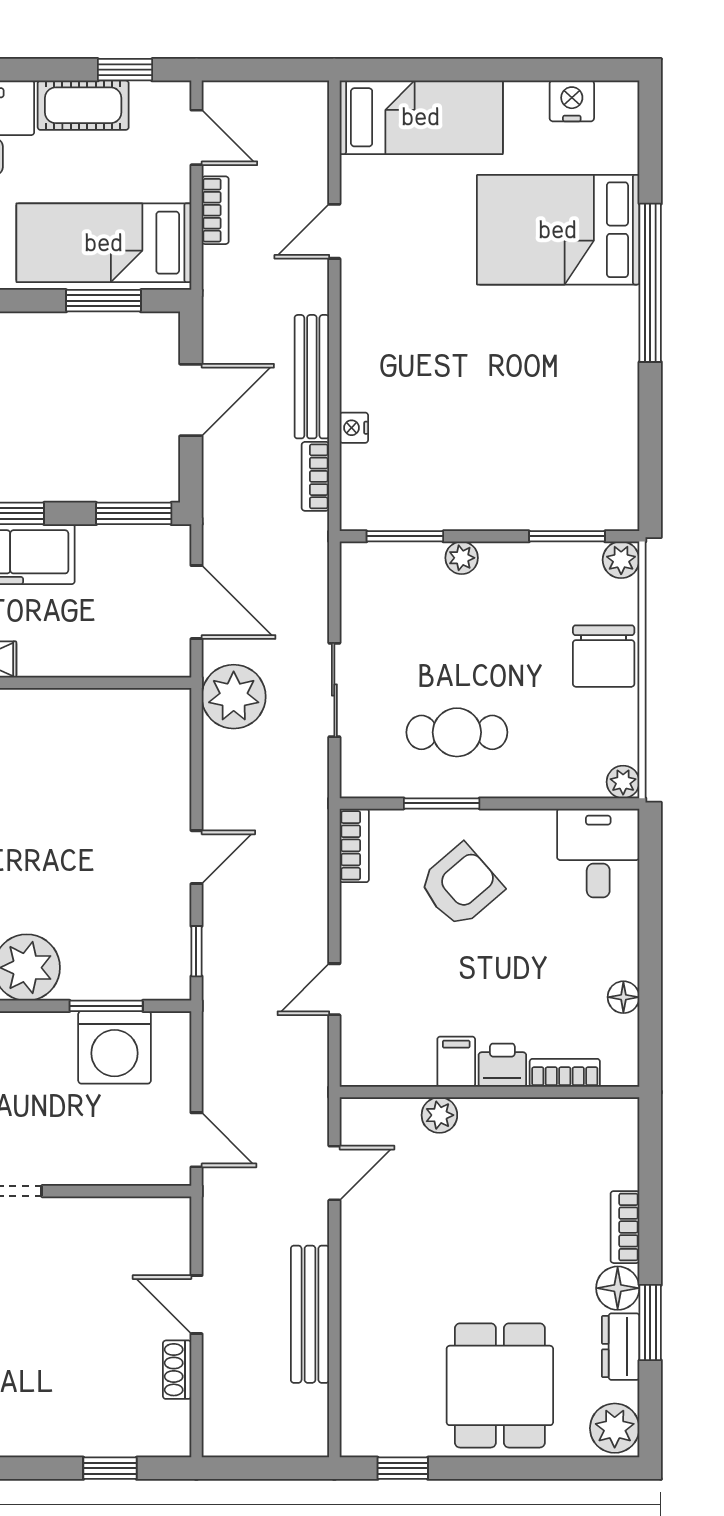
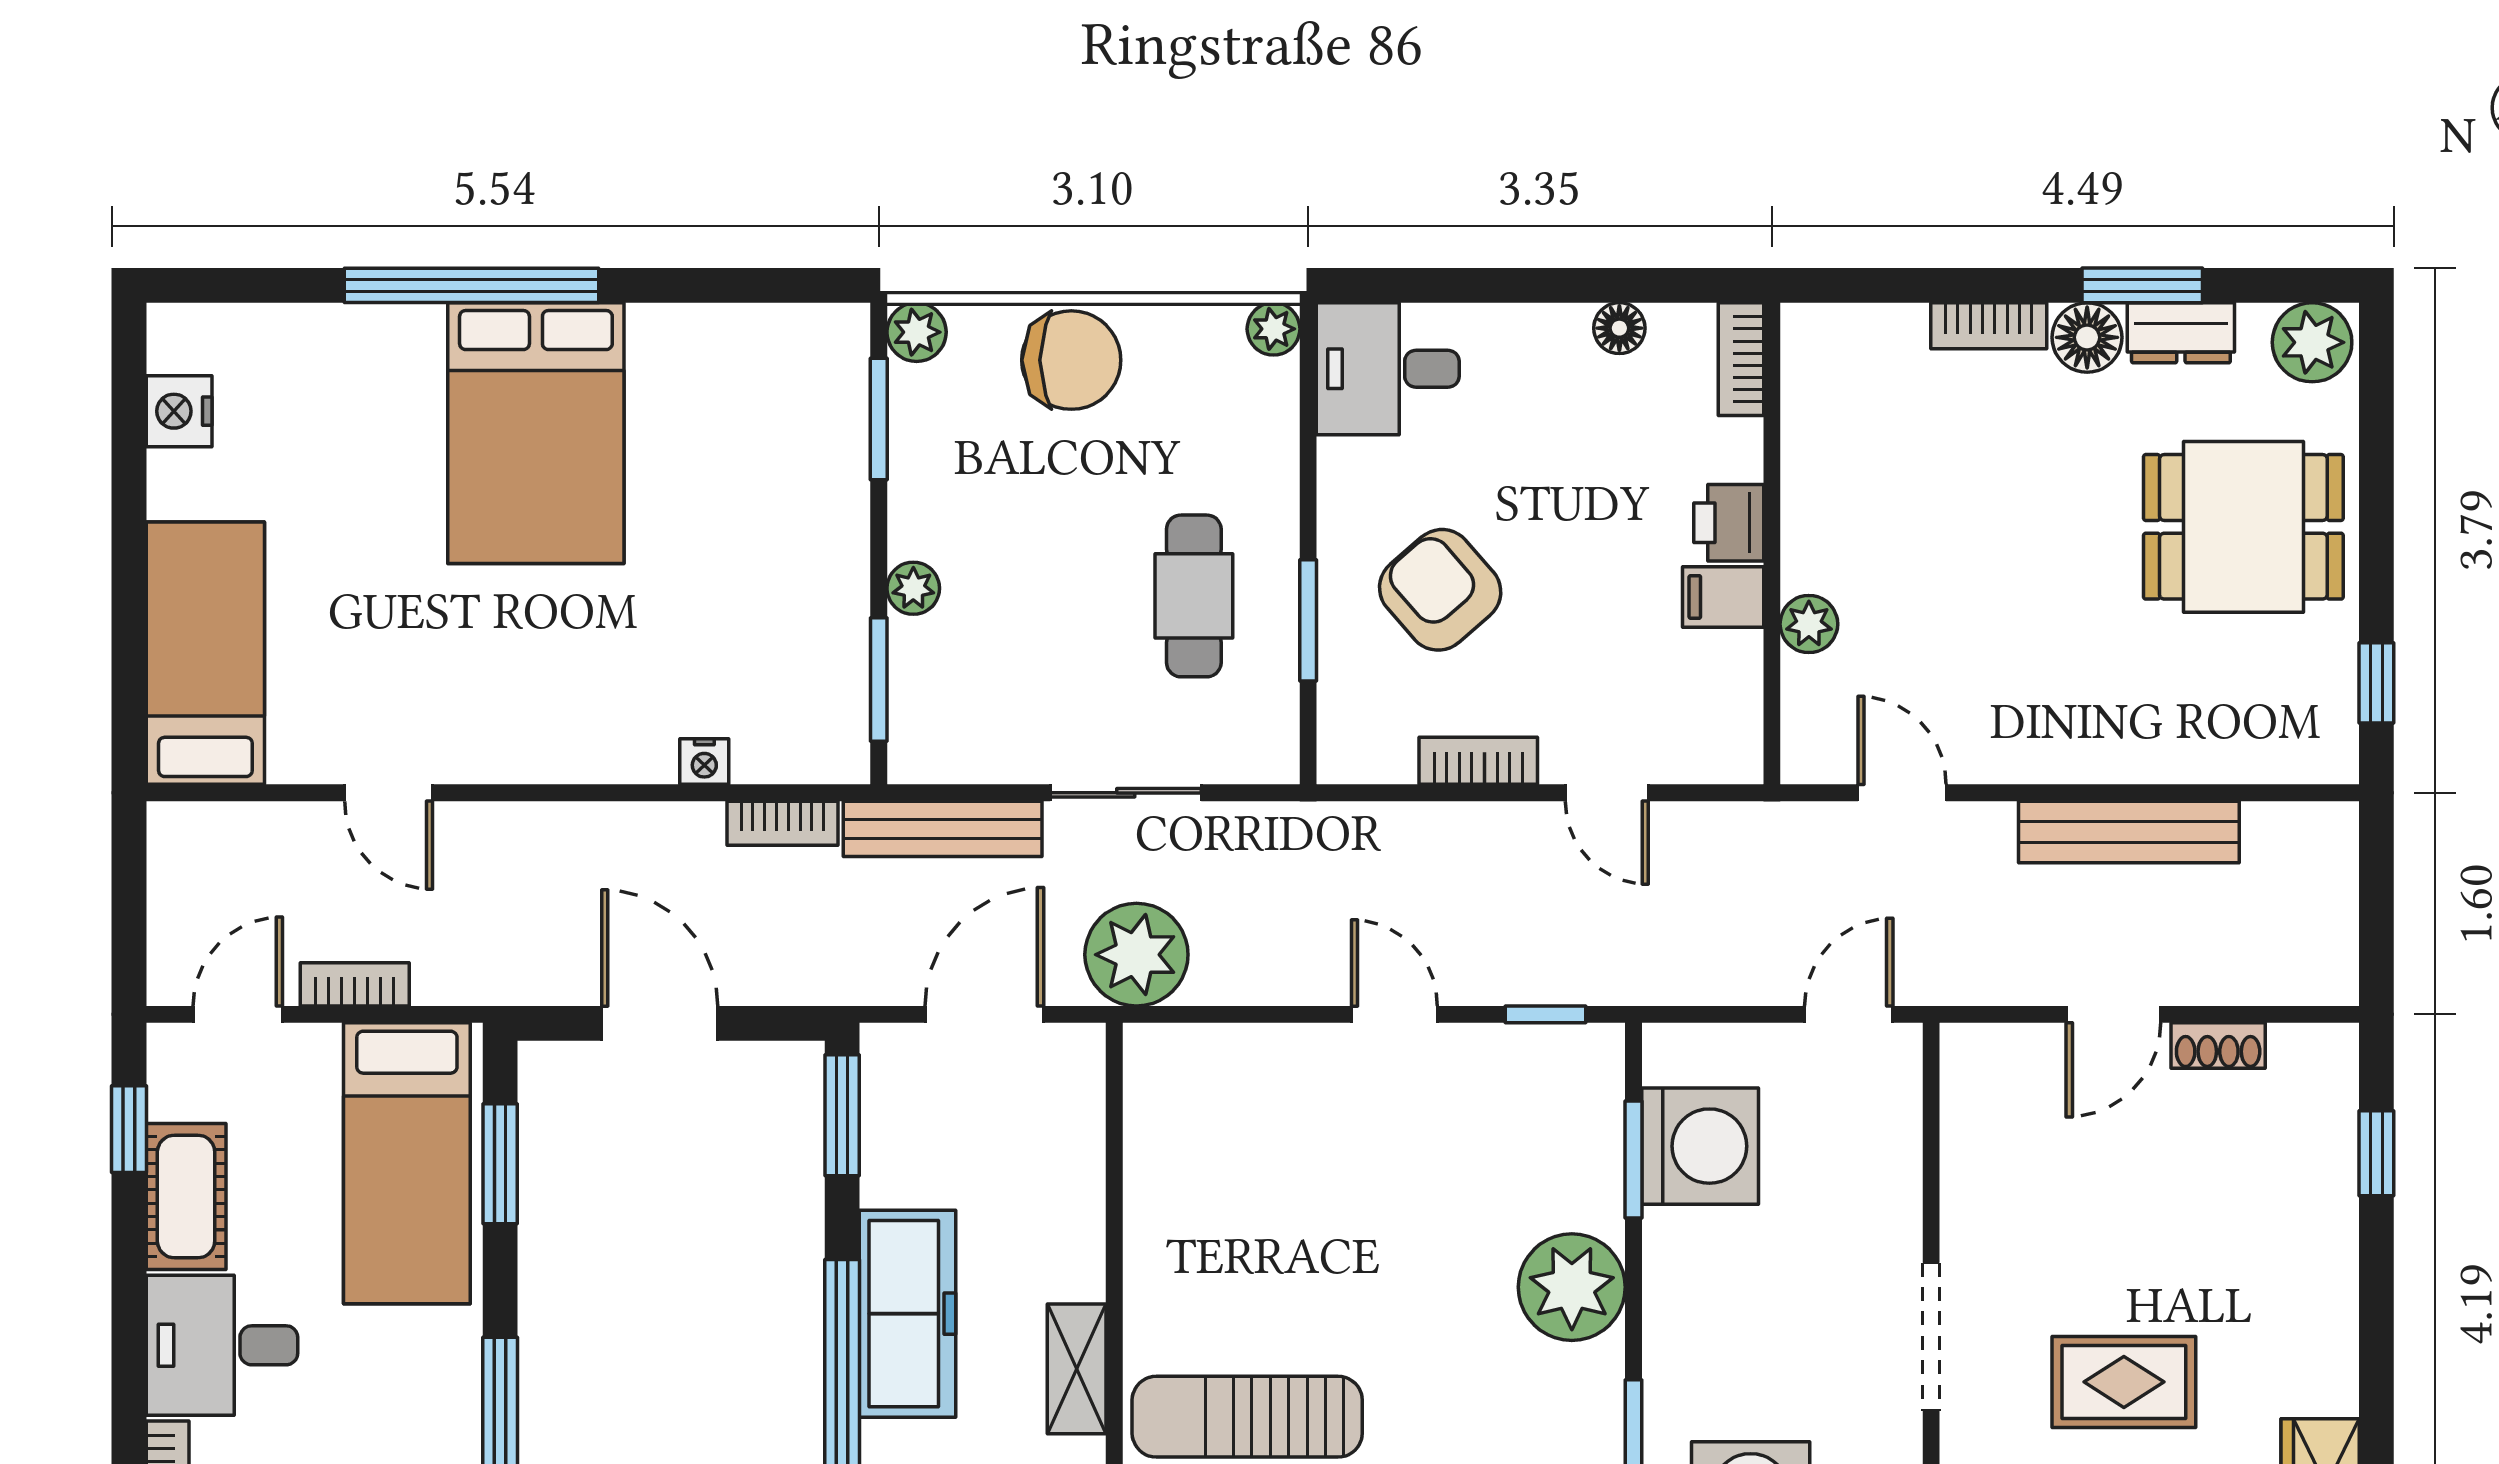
bed: (558, 230) -> (536, 433), moved
bench: (312, 377) -> (943, 829), moved
bookcase: (354, 845) -> (1478, 761), moved
bookcase: (565, 1073) -> (1741, 359), moved

